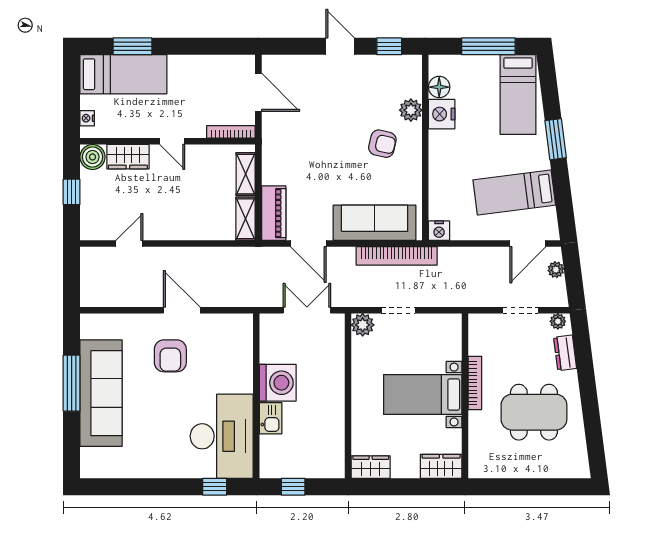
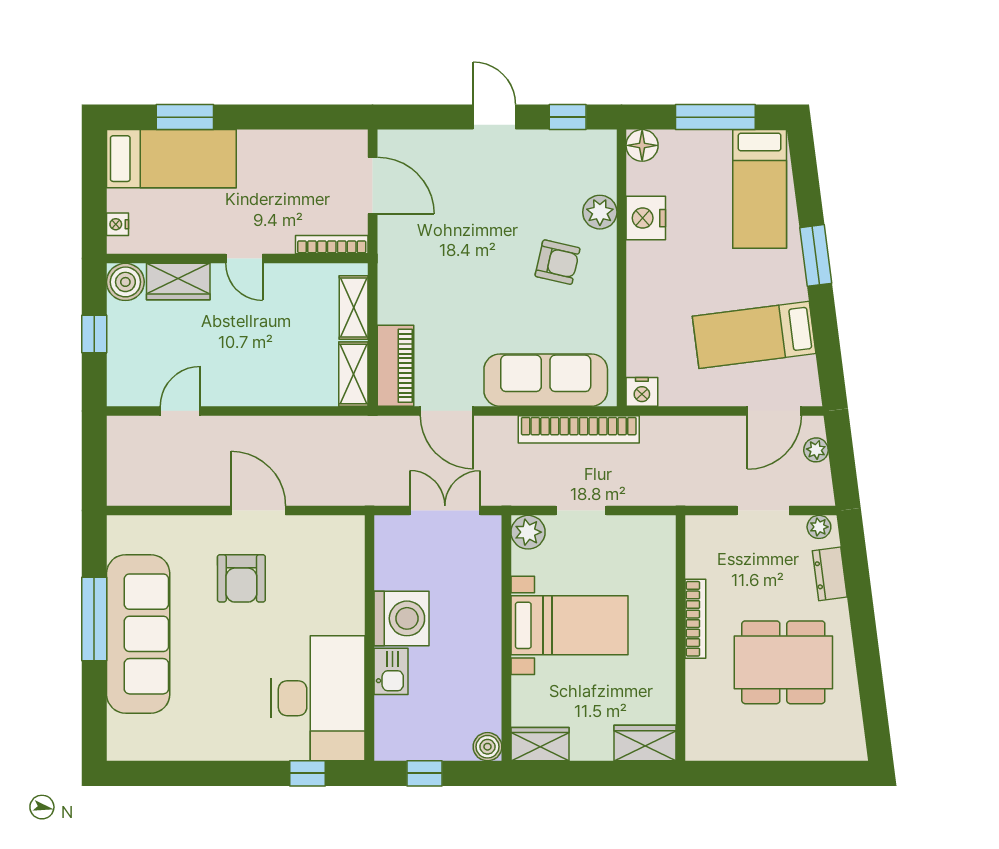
floor lamp: (439, 87) -> (642, 145), moved
bed with nightstands: (423, 395) -> (569, 625), moved, turned 180
boiler: (335, 469) -> (487, 747), added

